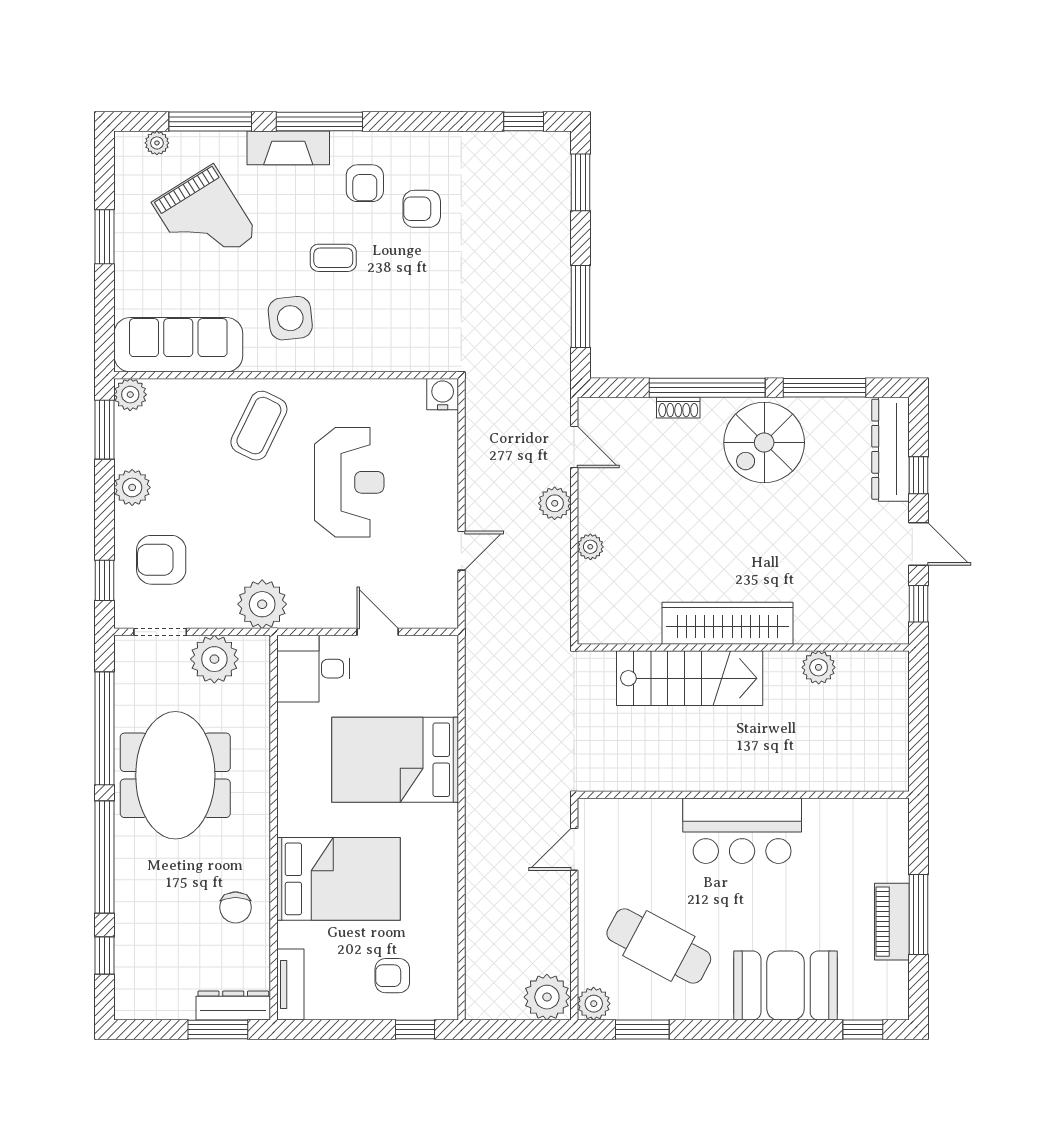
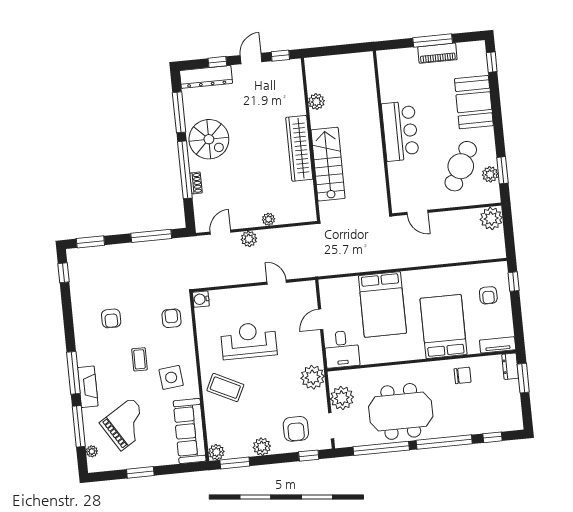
armchair: (365, 183) -> (172, 318), moved, turned -90
plant: (594, 1004) -> (490, 174), moved
dresser: (233, 1005) -> (510, 366), width x0.70

